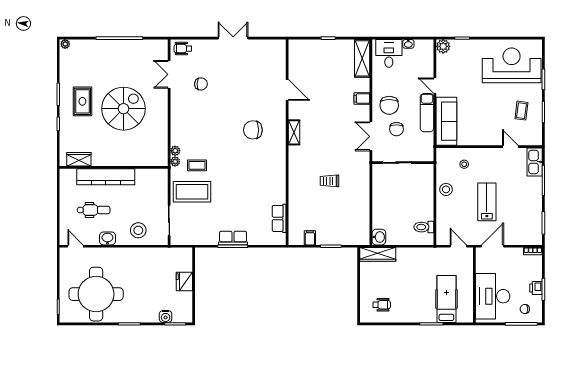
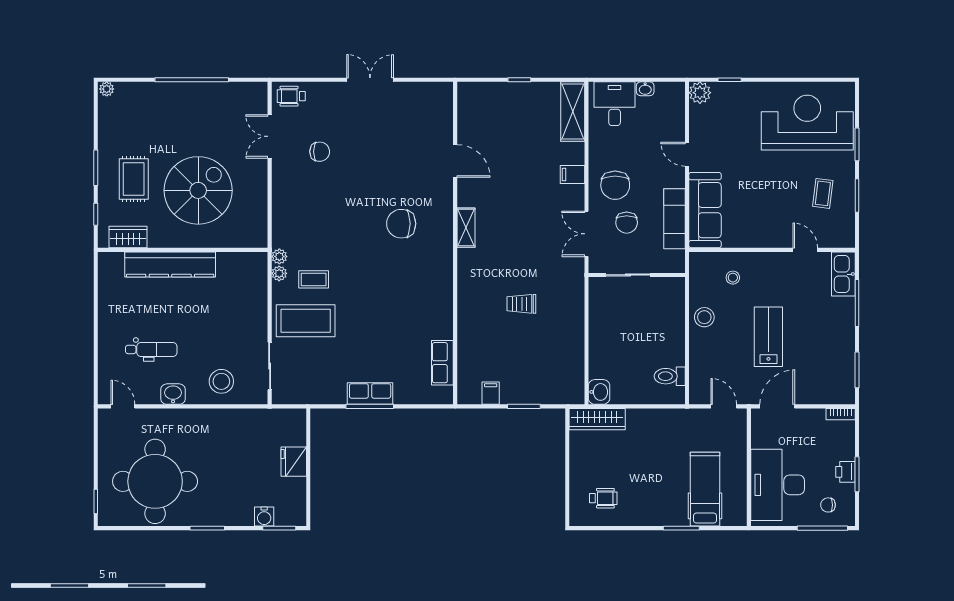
exam couch: (427, 113) -> (674, 219), moved
wardrobe: (79, 159) -> (128, 237), moved
wall: (114, 167) -> (183, 250), moved
kitchen counter: (106, 177) -> (170, 264), moved

